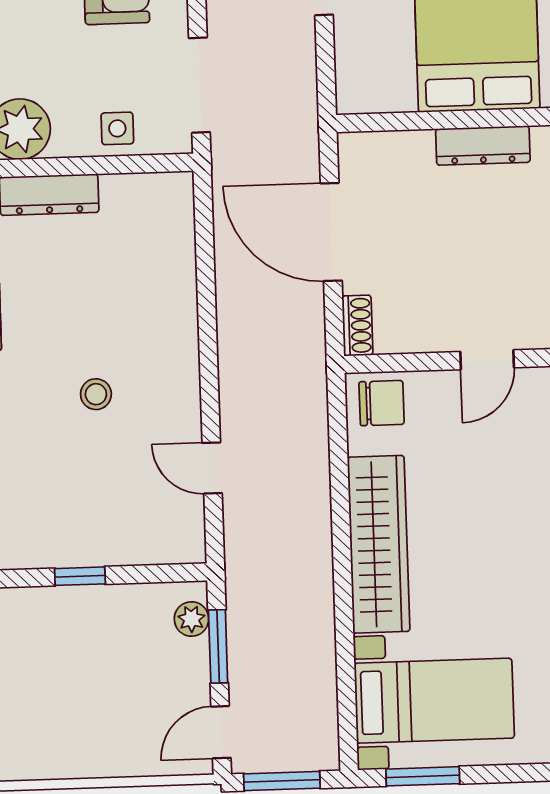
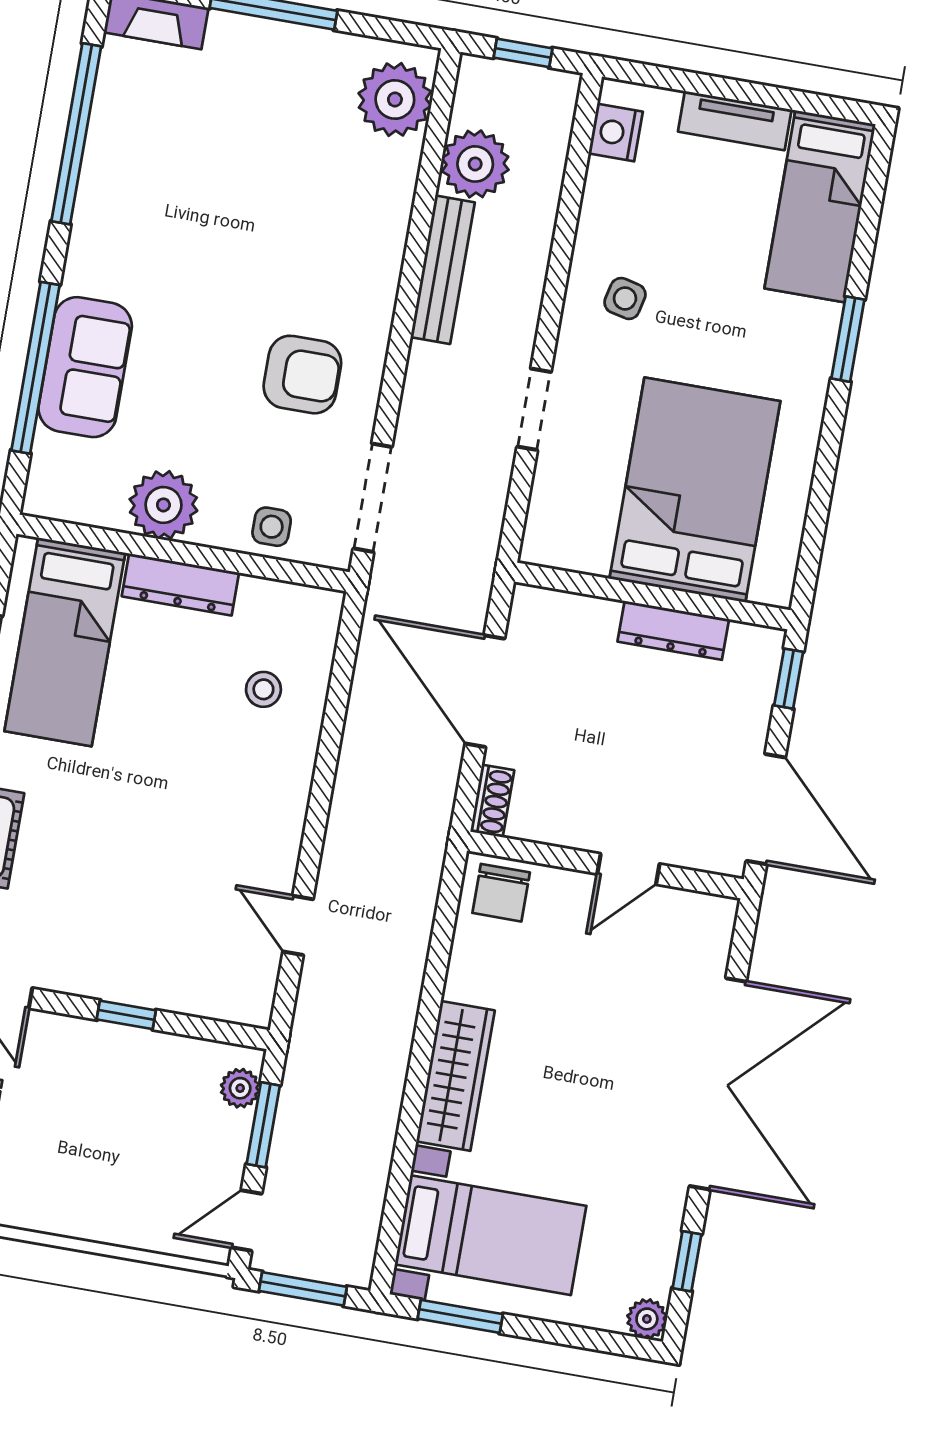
stool: (96, 394) -> (263, 689), moved
chair: (382, 403) -> (501, 893), turned 90
wardrobe: (379, 544) -> (455, 1076), width x0.71, depth x0.85

